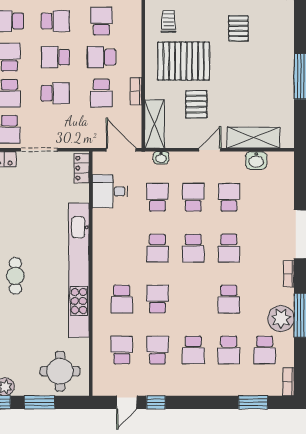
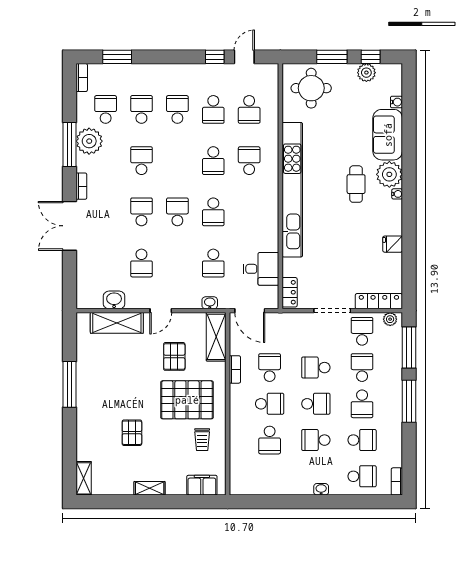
school desk: (193, 197) -> (177, 263), removed
school desk: (157, 248) -> (213, 212), turned 180

